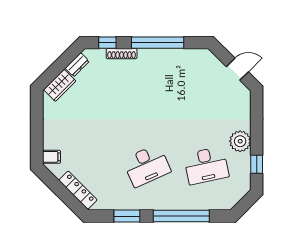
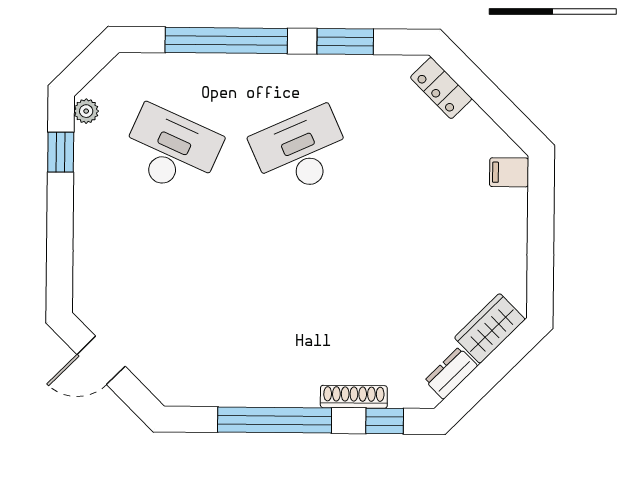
plant: (240, 141) -> (86, 111), moved, width x0.53, depth x0.53
desk: (206, 166) -> (171, 150), turned 36
locker: (78, 190) -> (441, 88), width x0.66

